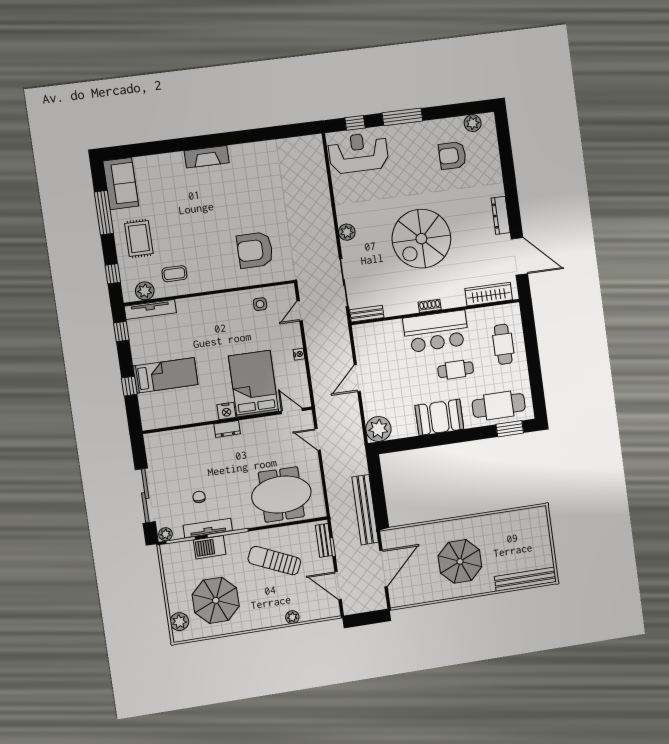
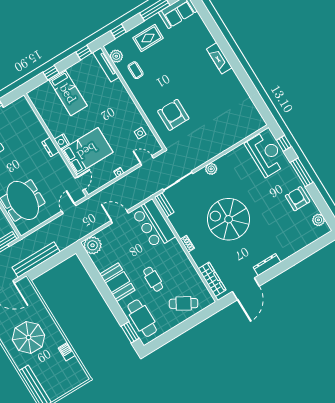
armchair: (452, 155) -> (298, 199), moved
bar counter: (436, 331) -> (153, 224), moved
cafe table: (503, 344) -> (184, 303), turned 30
barbecue: (499, 520) -> (67, 352), added

